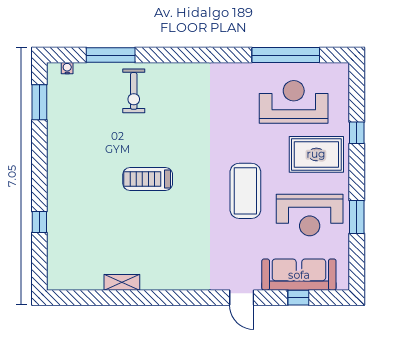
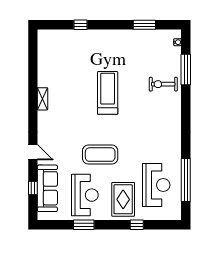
window: (39, 102) -> (144, 25), moved
treadmill: (148, 179) -> (108, 93), width x1.37, depth x1.38
reception desk: (310, 215) -> (85, 195), turned 180
shelving: (122, 282) -> (42, 99), moved
door: (242, 298) -> (33, 152), swing flipped

